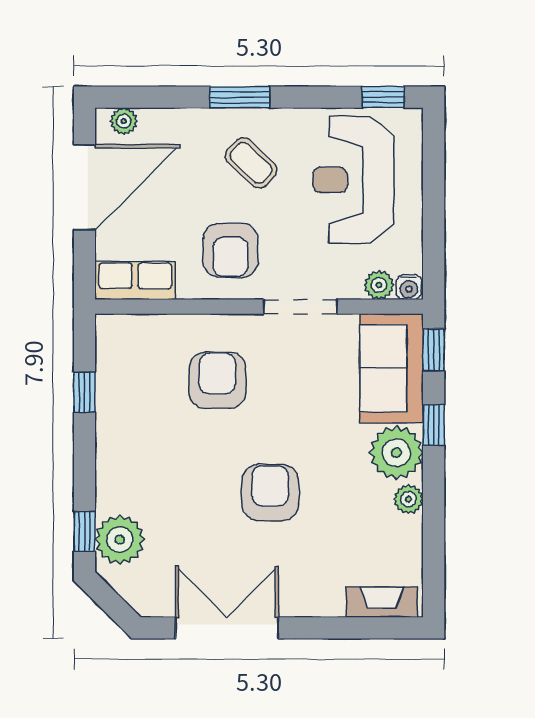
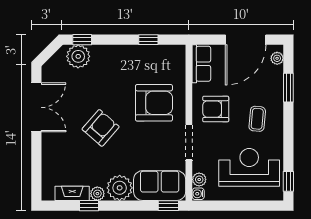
window: (240, 97) -> (288, 88), moved
coffee table: (251, 163) -> (257, 119), turned -38
door: (84, 187) -> (246, 40), hinge flipped
armchair: (217, 380) -> (154, 103), width x1.36, depth x1.36
window: (434, 425) -> (89, 206), moved
armchair: (270, 493) -> (101, 128), turned -49
fireplace: (382, 602) -> (72, 193), moved, turned -90

